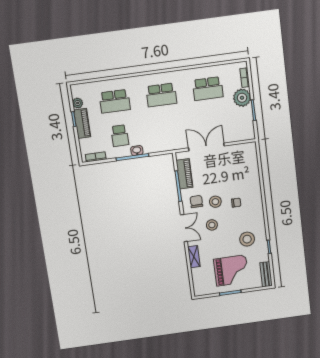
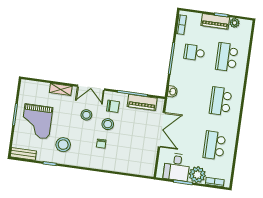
desk: (240, 121) -> (177, 167), added
washbasin: (137, 151) -> (172, 92), moved

